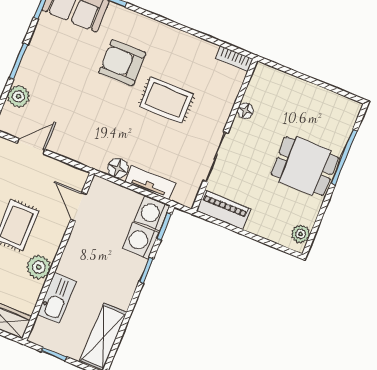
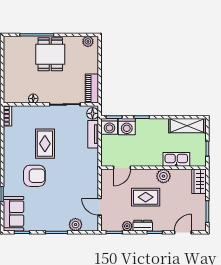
armchair: (122, 63) -> (34, 176), turned -90
floor lamp: (118, 168) -> (93, 113), moved

